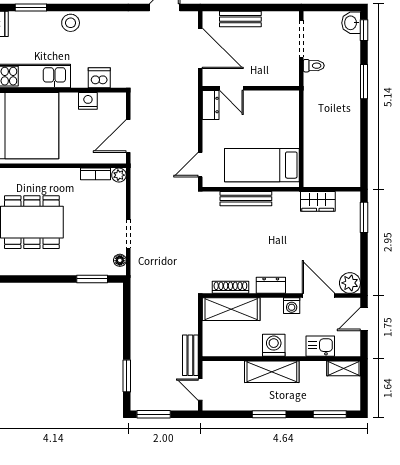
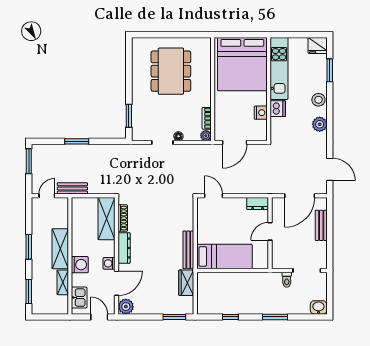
plant: (104, 21) -> (320, 124), added
window: (364, 30) -> (230, 317), moved
dishwasher: (99, 78) -> (278, 109), moved
door: (232, 88) -> (270, 231), moved
door: (128, 136) -> (235, 142), swing flipped
bed: (262, 165) -> (224, 257), moved, turned 90
bench: (246, 199) -> (188, 250), moved
floor lamp: (120, 260) -> (178, 136), moved
dresser: (271, 285) -> (124, 248), width x1.44
washing machine: (274, 345) -> (80, 265), moved
kitchen sink: (320, 346) -> (79, 298), moved
shelving: (344, 368) -> (63, 282), moved
window: (127, 376) -> (77, 141), moved

